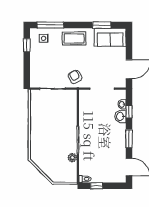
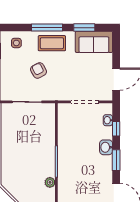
window: (50, 25) -> (47, 28), moved
armchair: (75, 77) -> (39, 70), moved
washbasin: (120, 116) -> (106, 147), moved

